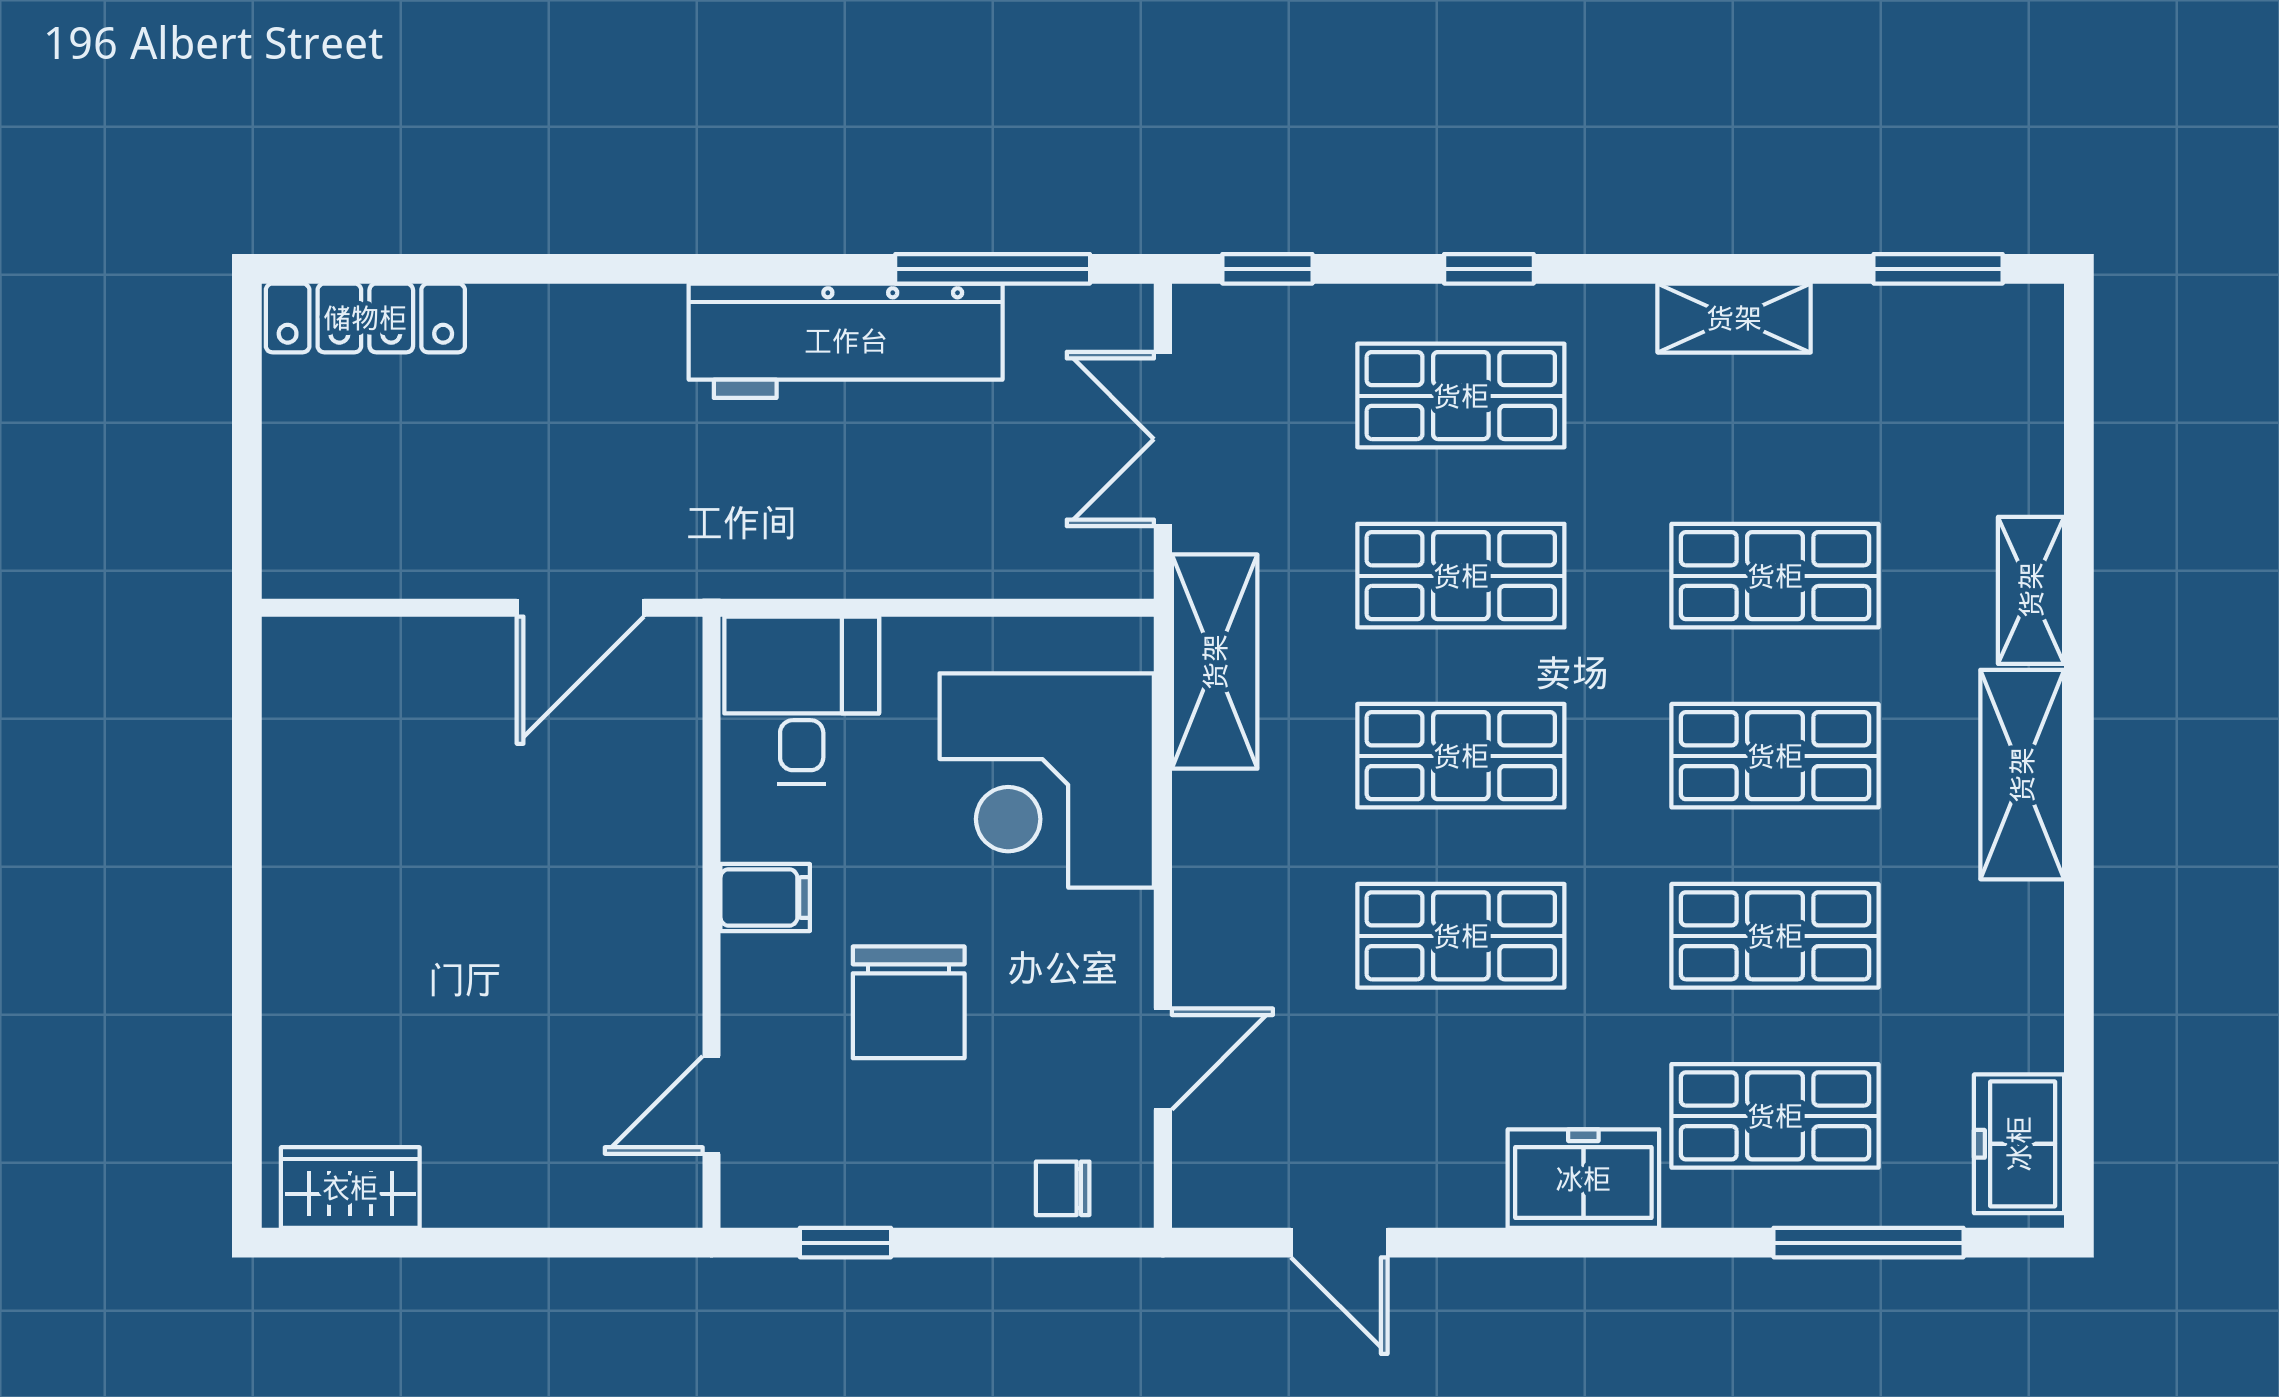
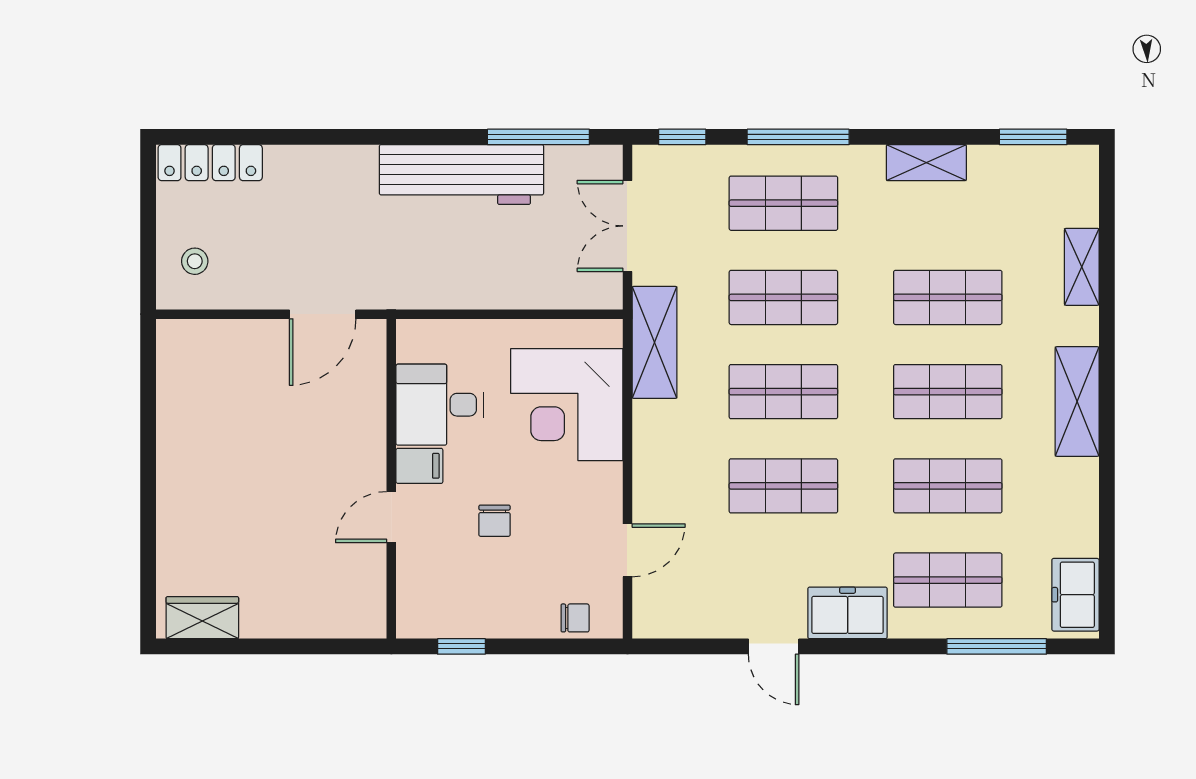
window: (1489, 269) -> (798, 137), width x2.17
stool: (336, 506) -> (195, 261), added
shelving: (2031, 590) -> (1082, 267), moved
desk: (802, 700) -> (440, 405), moved, turned -90
chair: (909, 1002) -> (494, 521), width x0.54, depth x0.54
door: (712, 1105) -> (391, 517), moved
chair: (1063, 1188) -> (575, 618), turned 180
door: (1339, 1243) -> (774, 646), moved

